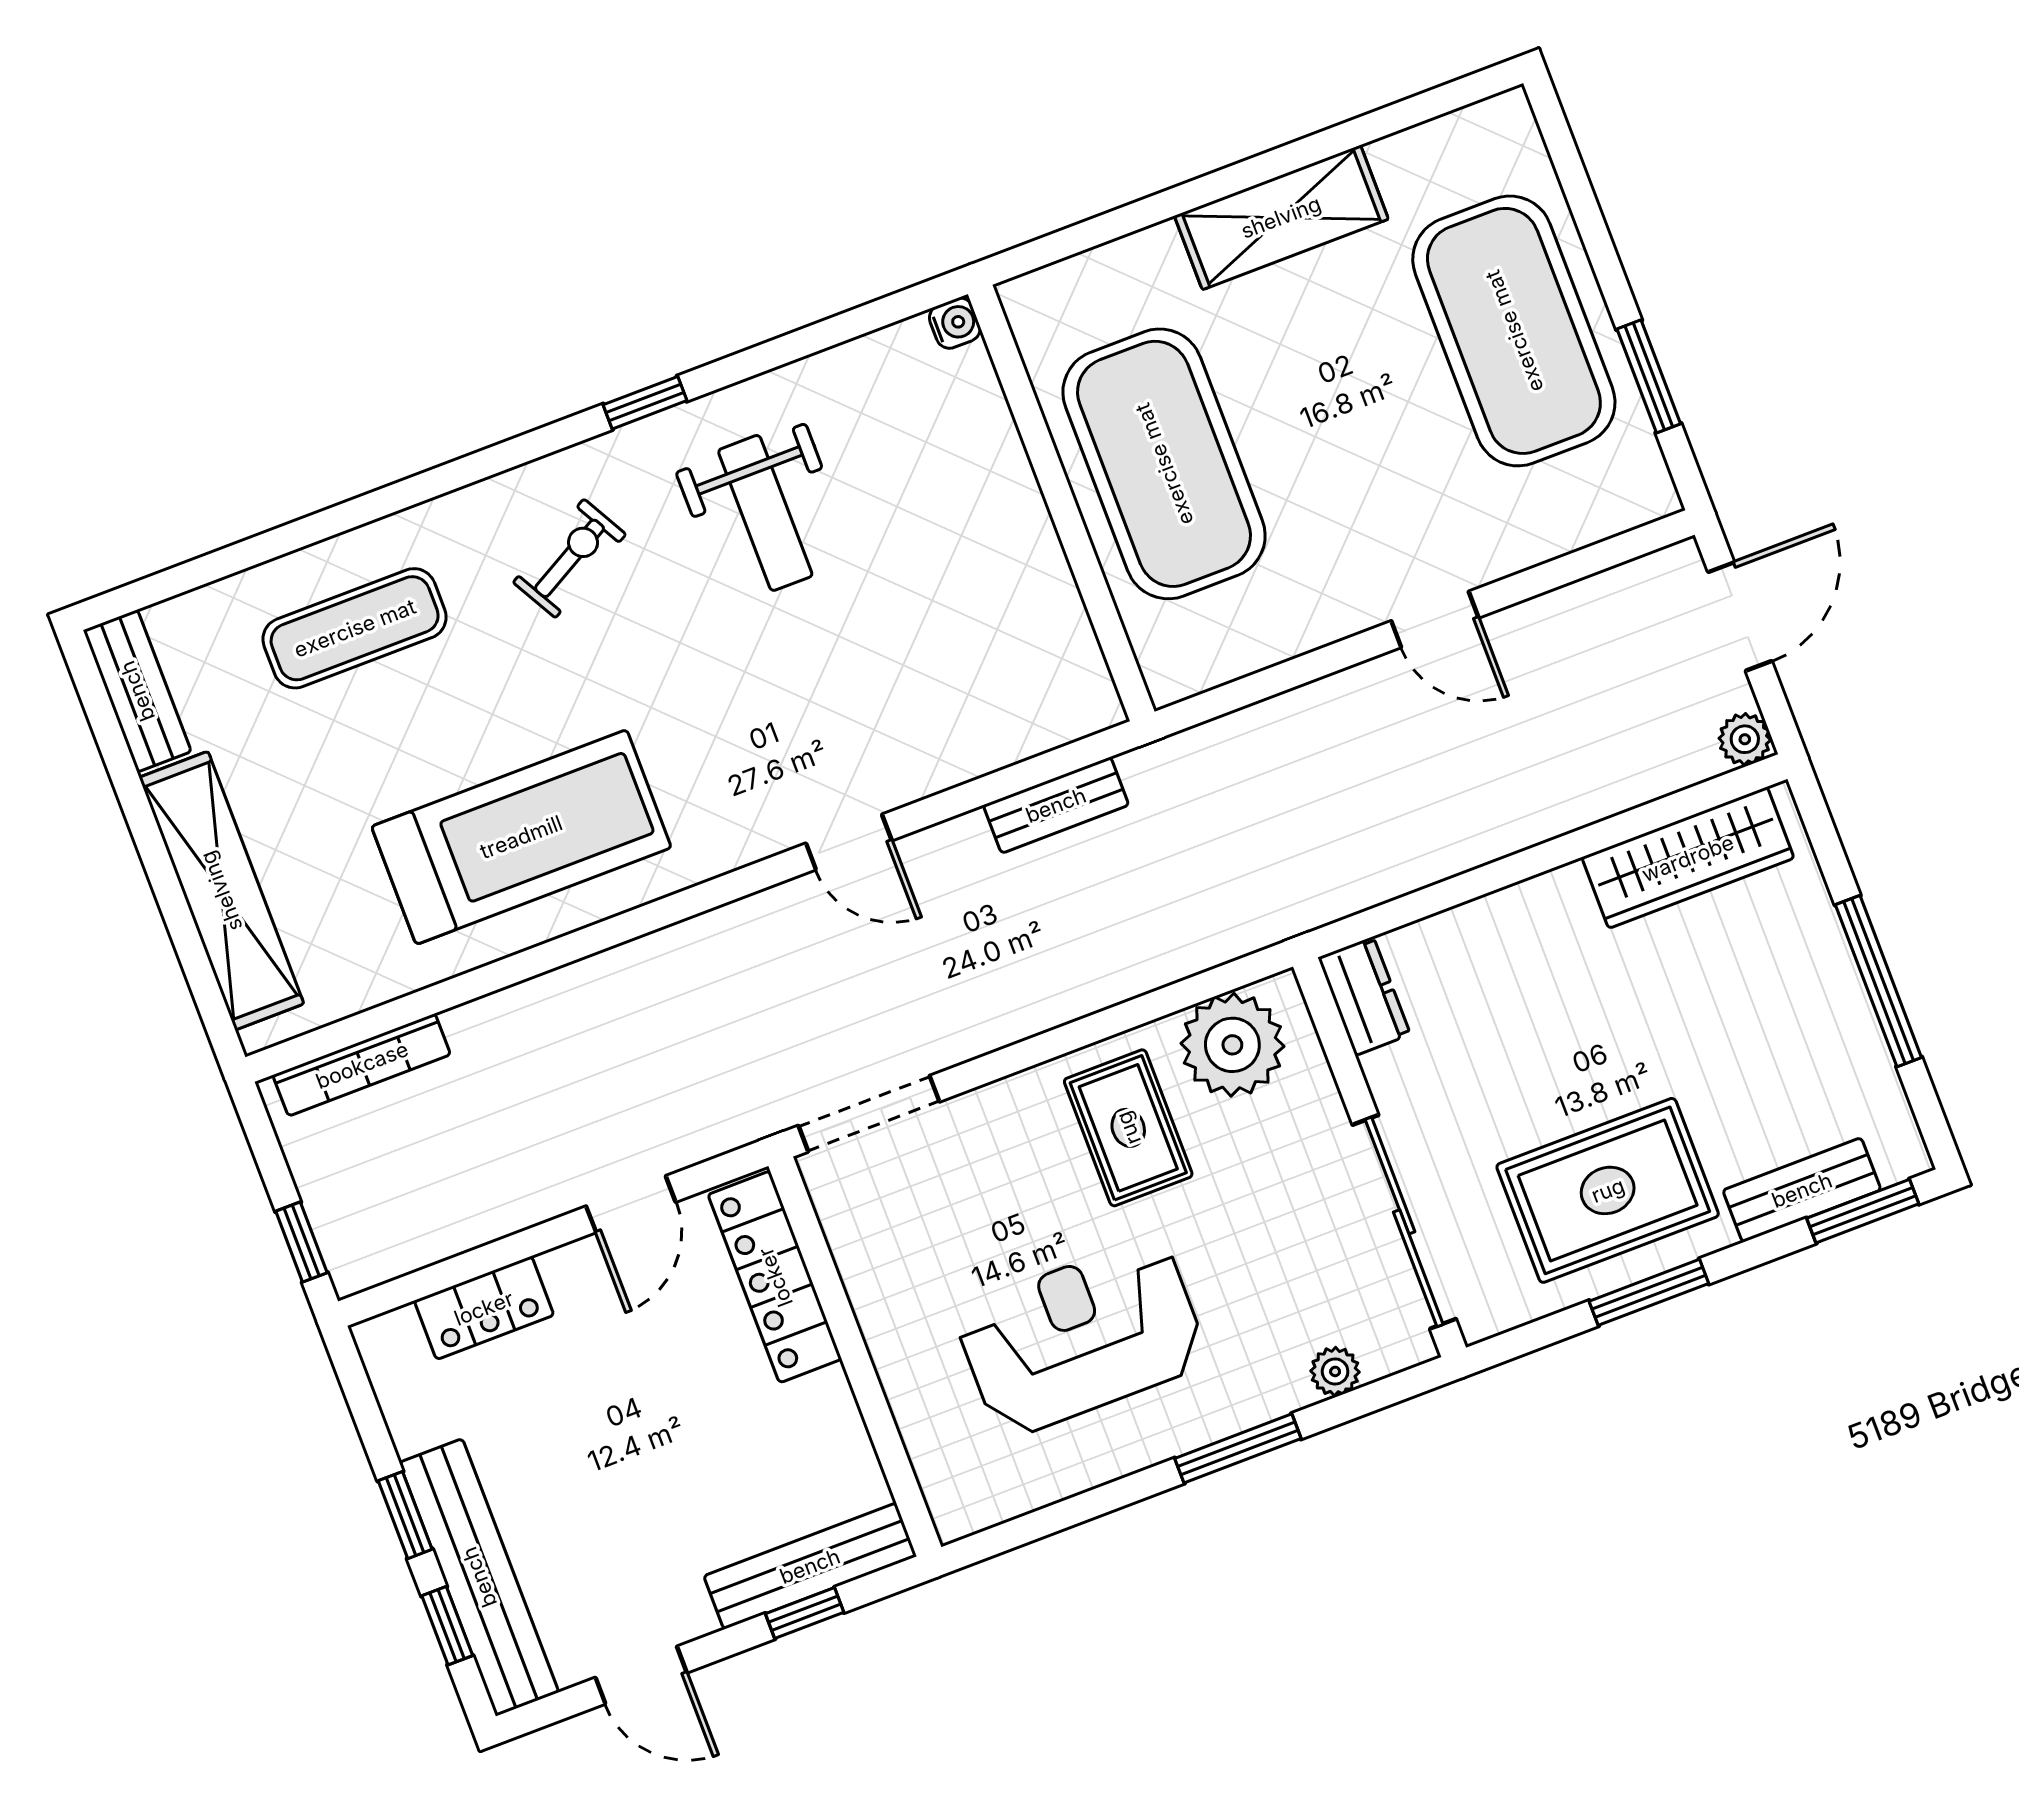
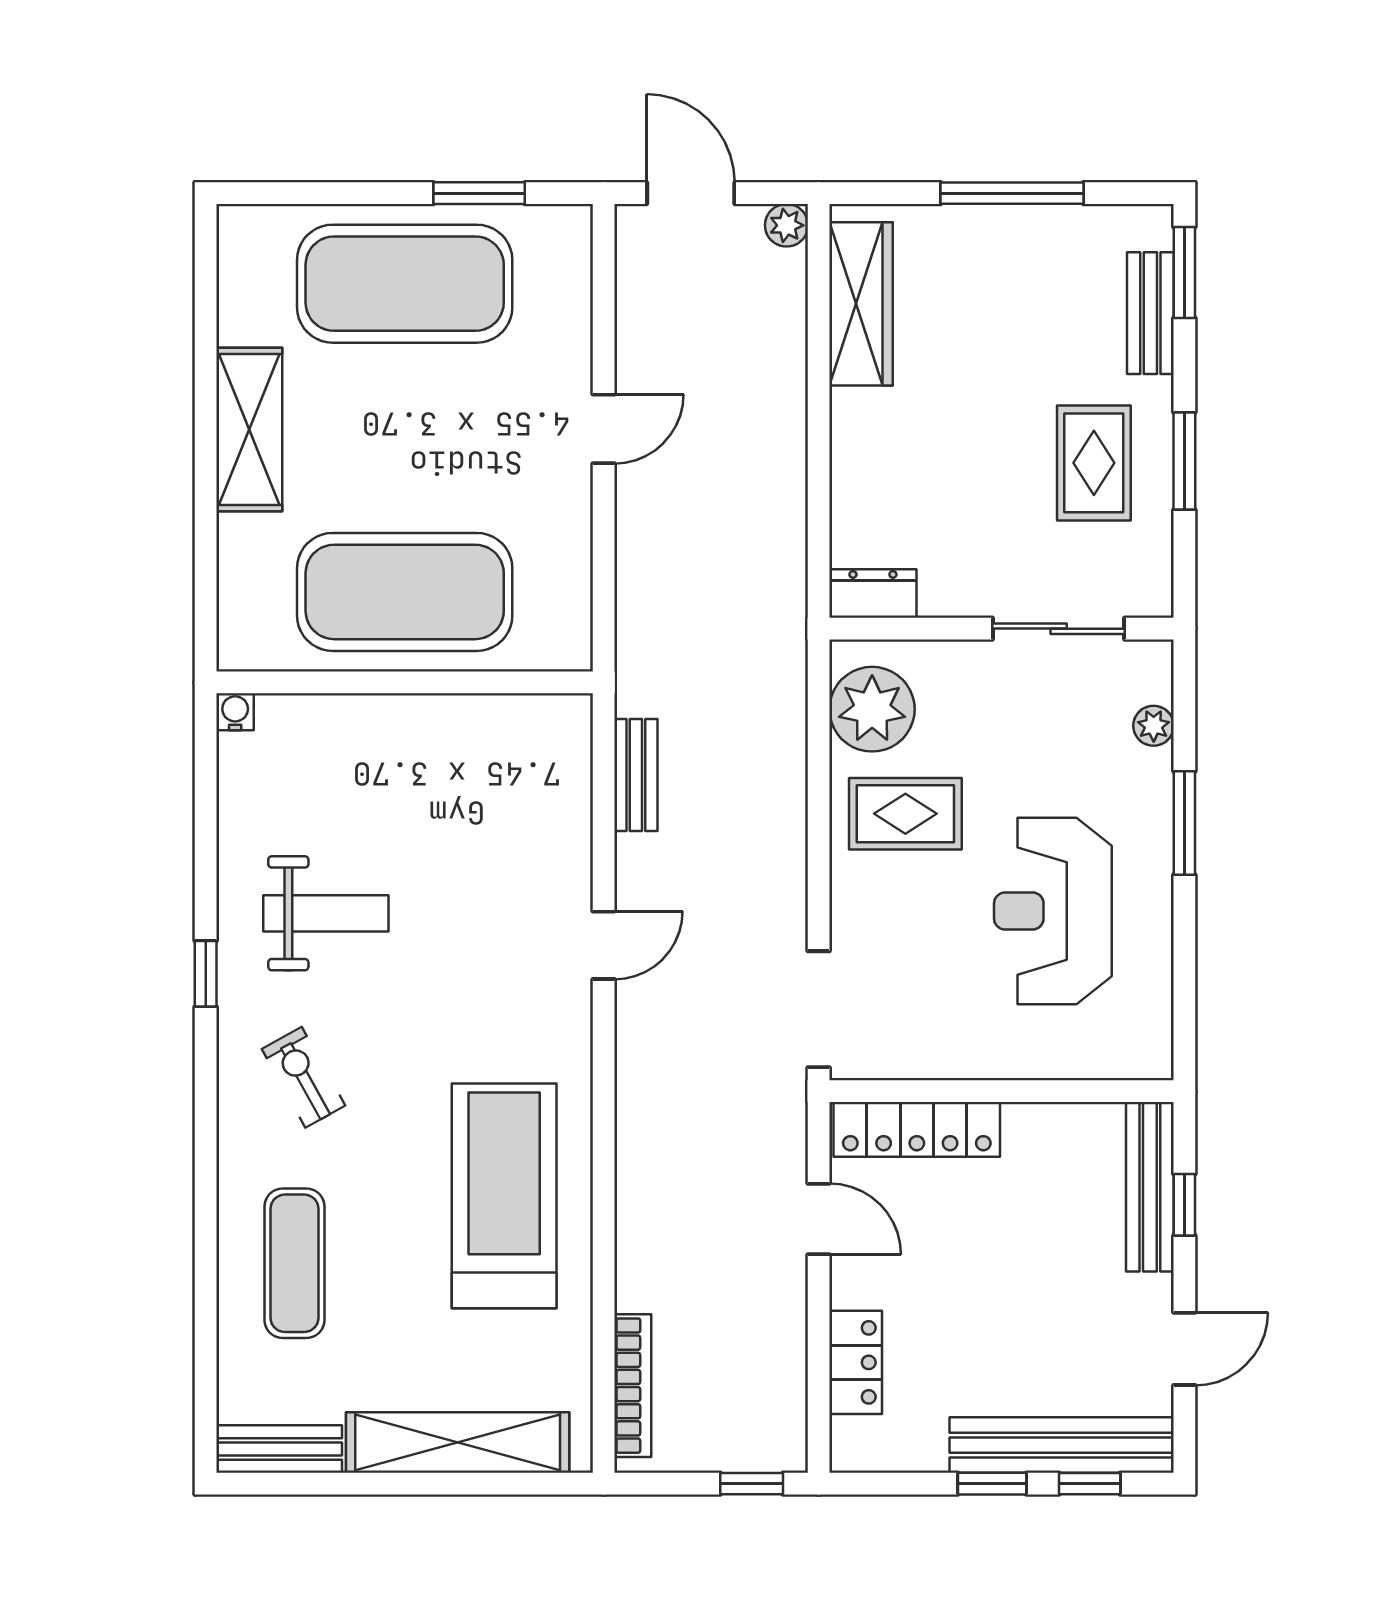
rug: (1608, 1190) -> (1094, 463), width x0.73, depth x0.70
sliding door: (1404, 1222) -> (1059, 629), width x0.73

